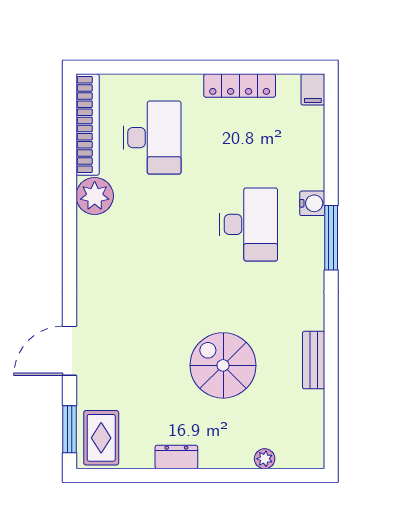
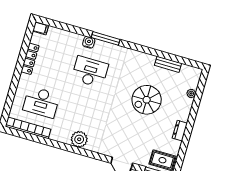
desk: (152, 138) -> (41, 102), turned 180
plant: (95, 196) -> (79, 139), moved
bench: (314, 360) -> (168, 64), moved

